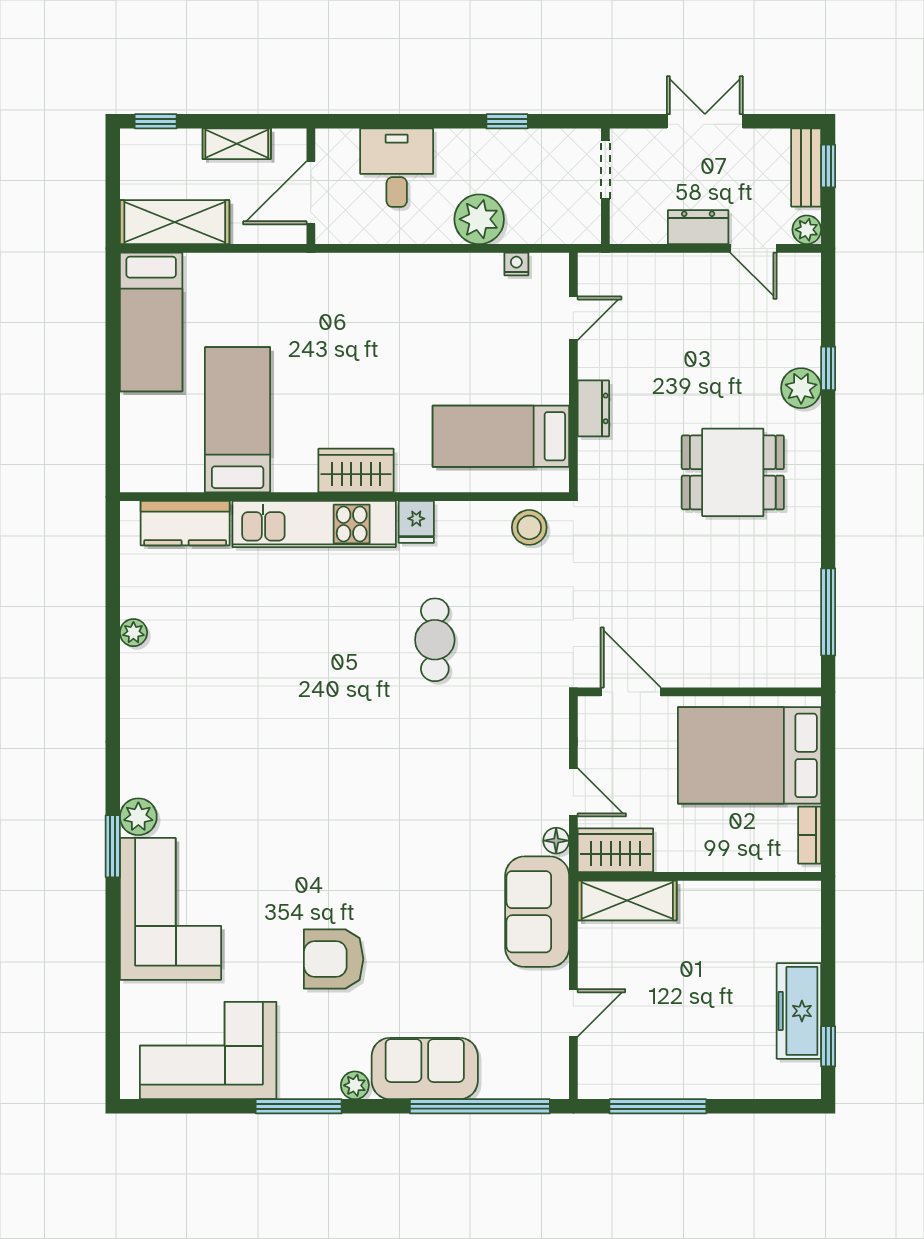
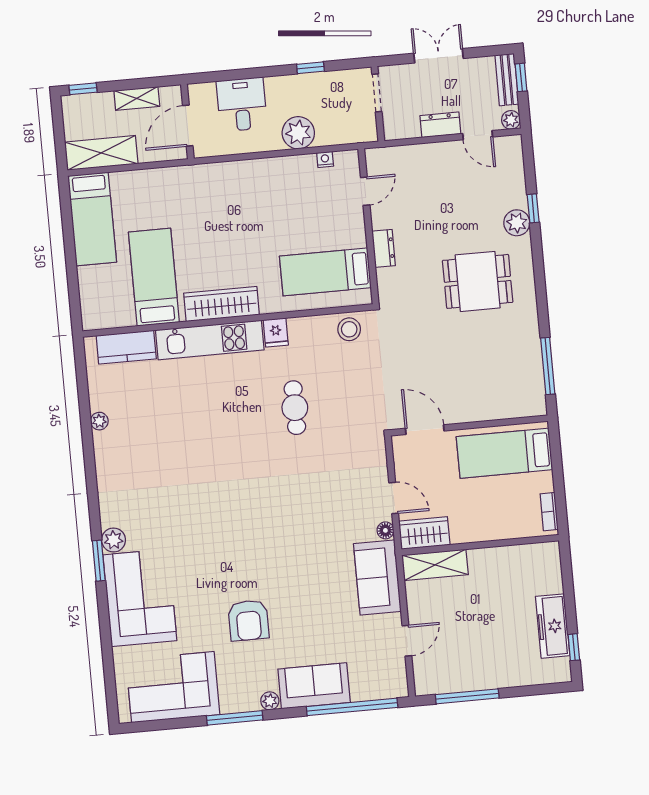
wardrobe: (356, 471) -> (221, 304), width x1.50
bed: (749, 755) -> (504, 453), width x0.67
armchair: (334, 959) -> (248, 620), turned -90

